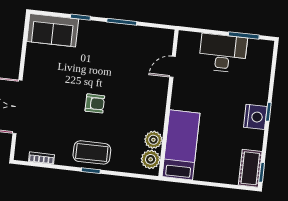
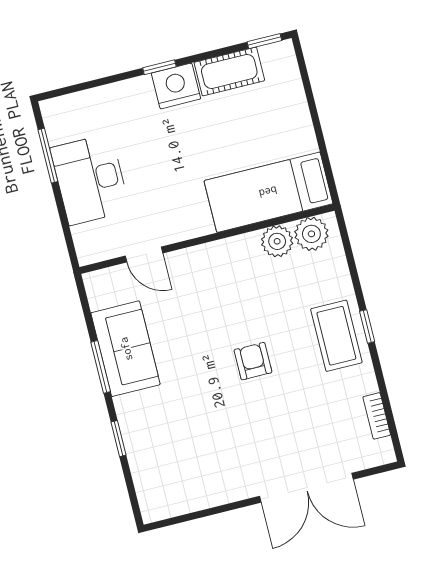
sofa: (53, 30) -> (126, 349), moved
cot: (250, 168) -> (229, 71), moved

